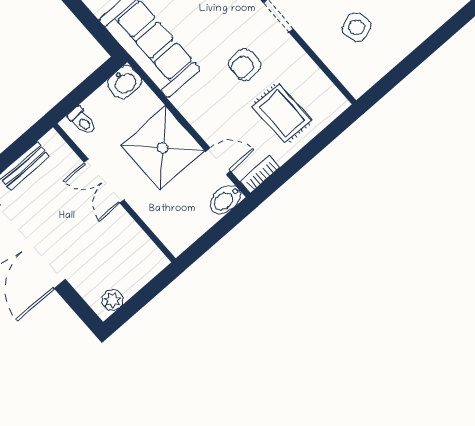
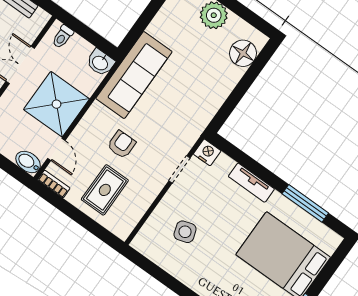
armchair: (245, 65) -> (122, 144), moved, turned 90

